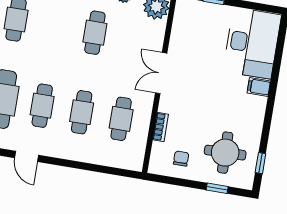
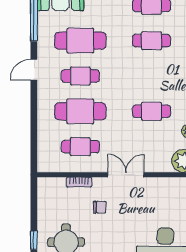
cafe table: (82, 112) -> (80, 111), width x1.37, depth x1.35
chair: (181, 159) -> (100, 207), moved

